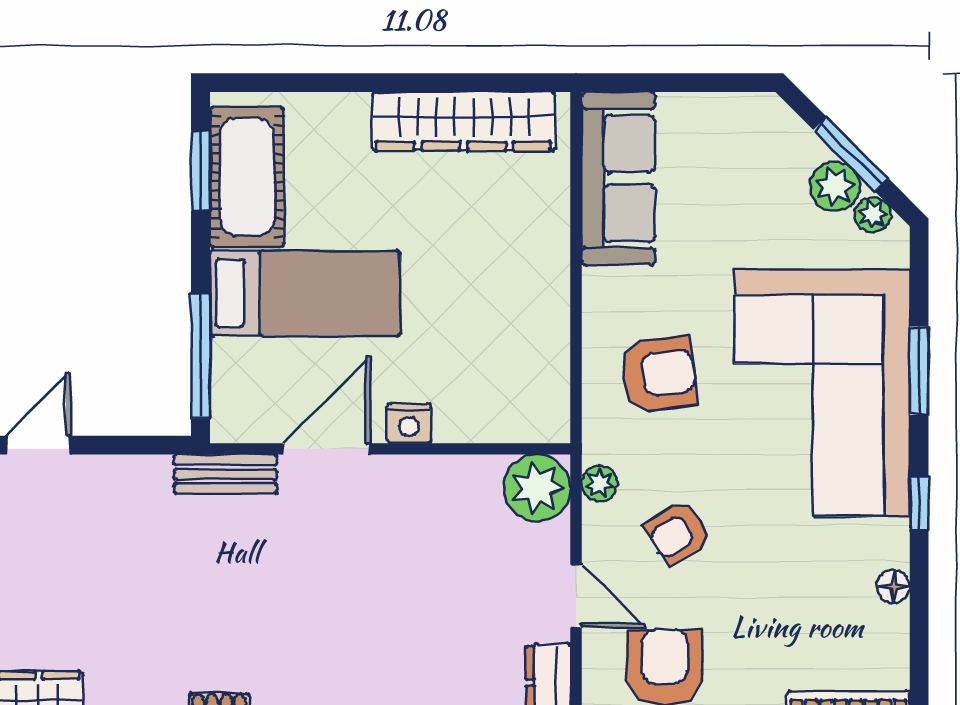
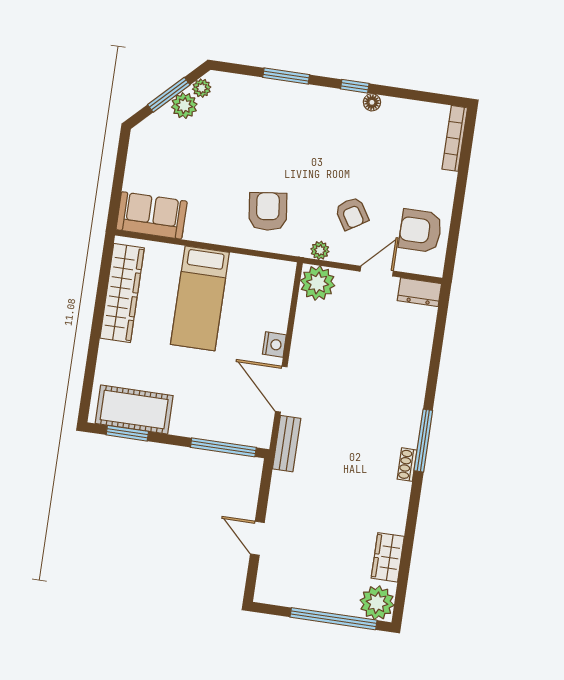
sofa: (618, 178) -> (152, 215), width x0.73
bed: (305, 293) -> (200, 298), moved, turned 180
corner sofa: (822, 393) -> (290, 128), removed
floor lamp: (893, 587) -> (372, 102), moved

